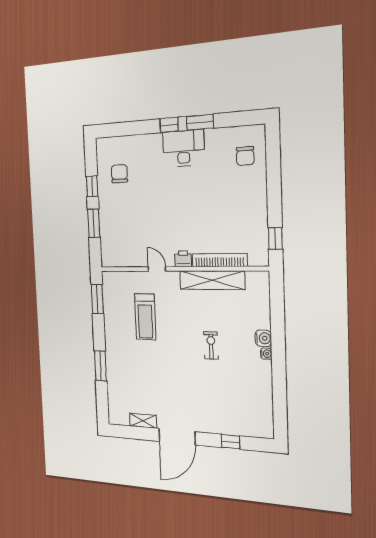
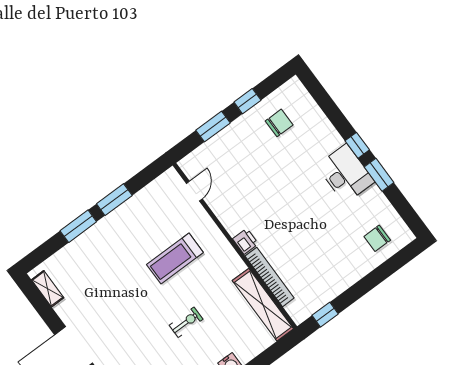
door: (157, 269) -> (194, 191), moved
shelving: (212, 280) -> (263, 305), moved
window: (97, 299) -> (114, 200), moved
treadmill: (145, 317) -> (175, 259), moved
shelving: (143, 421) -> (48, 289), moved

